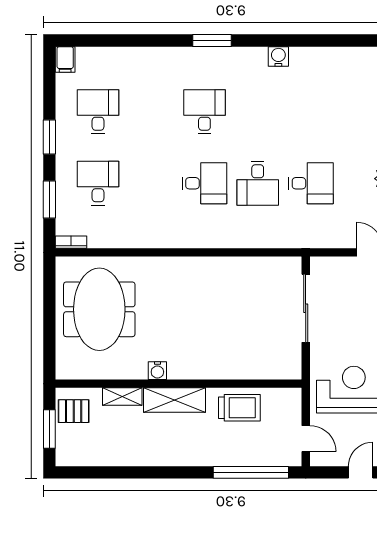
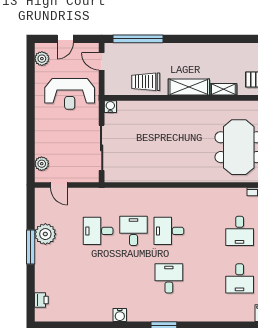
desk: (204, 112) -> (169, 278), turned 180
water cooler: (157, 371) -> (110, 107), moved

